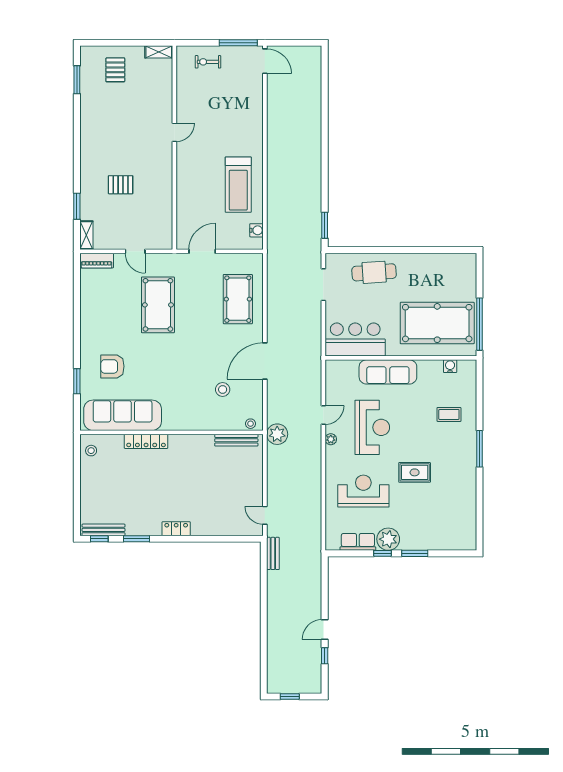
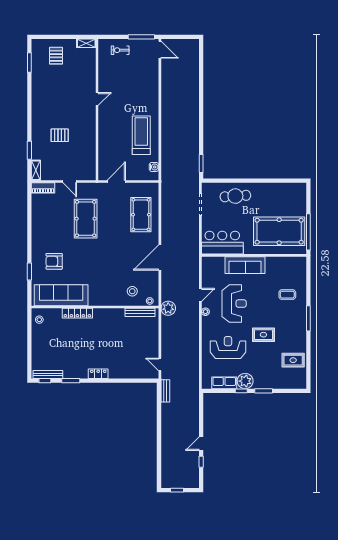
treadmill: (238, 185) -> (141, 135), turned 180
water cooler: (450, 366) -> (288, 261), removed
stool: (223, 389) -> (132, 291), moved
rug: (457, 509) -> (293, 360), added

